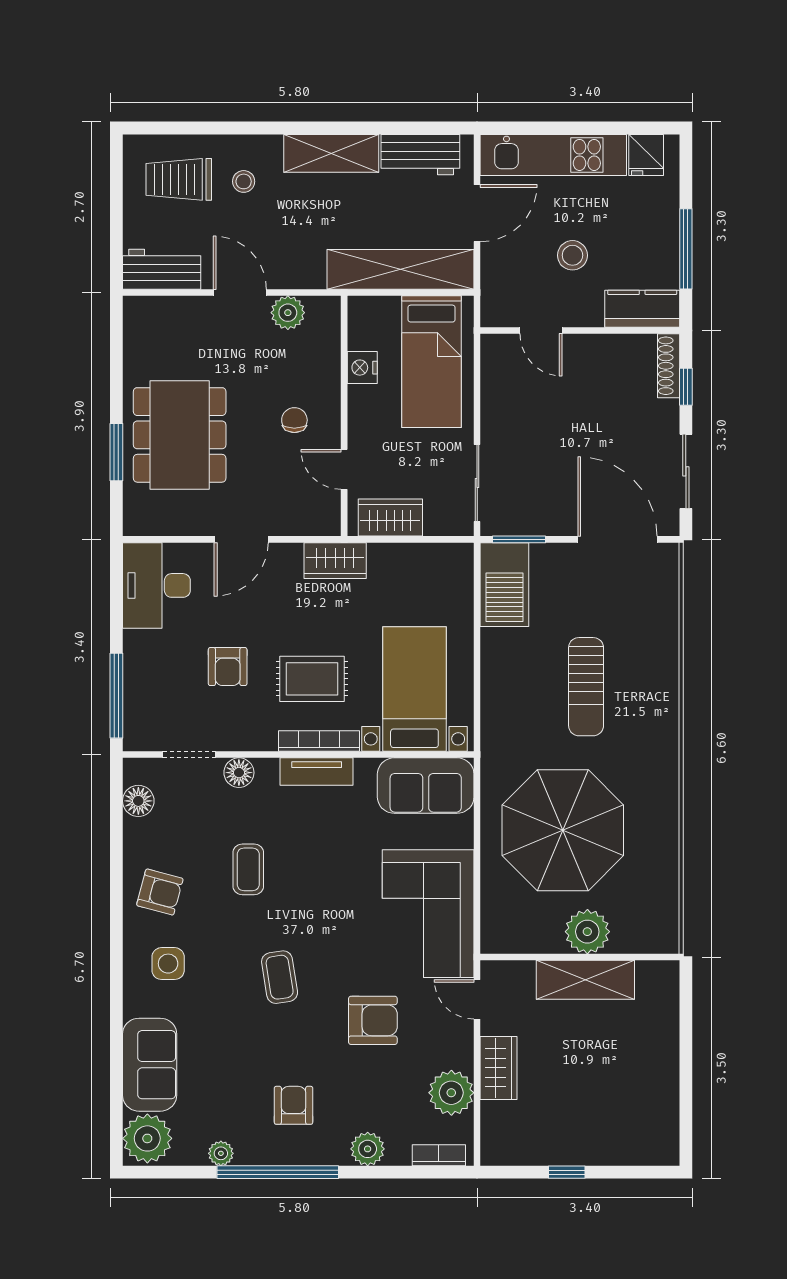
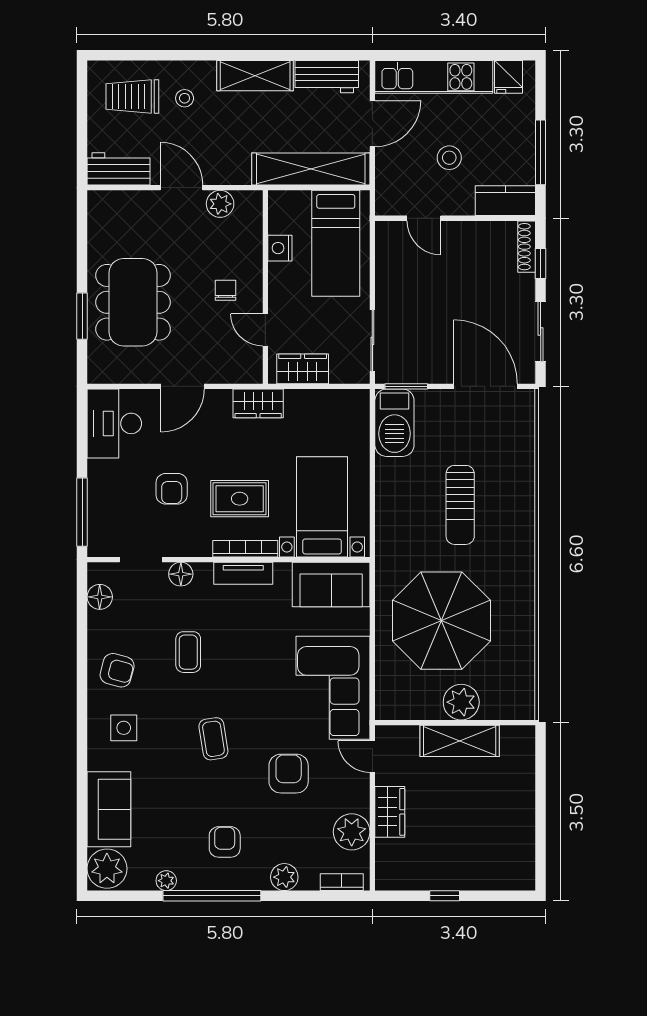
armchair: (373, 1020) -> (289, 774), turned -90

